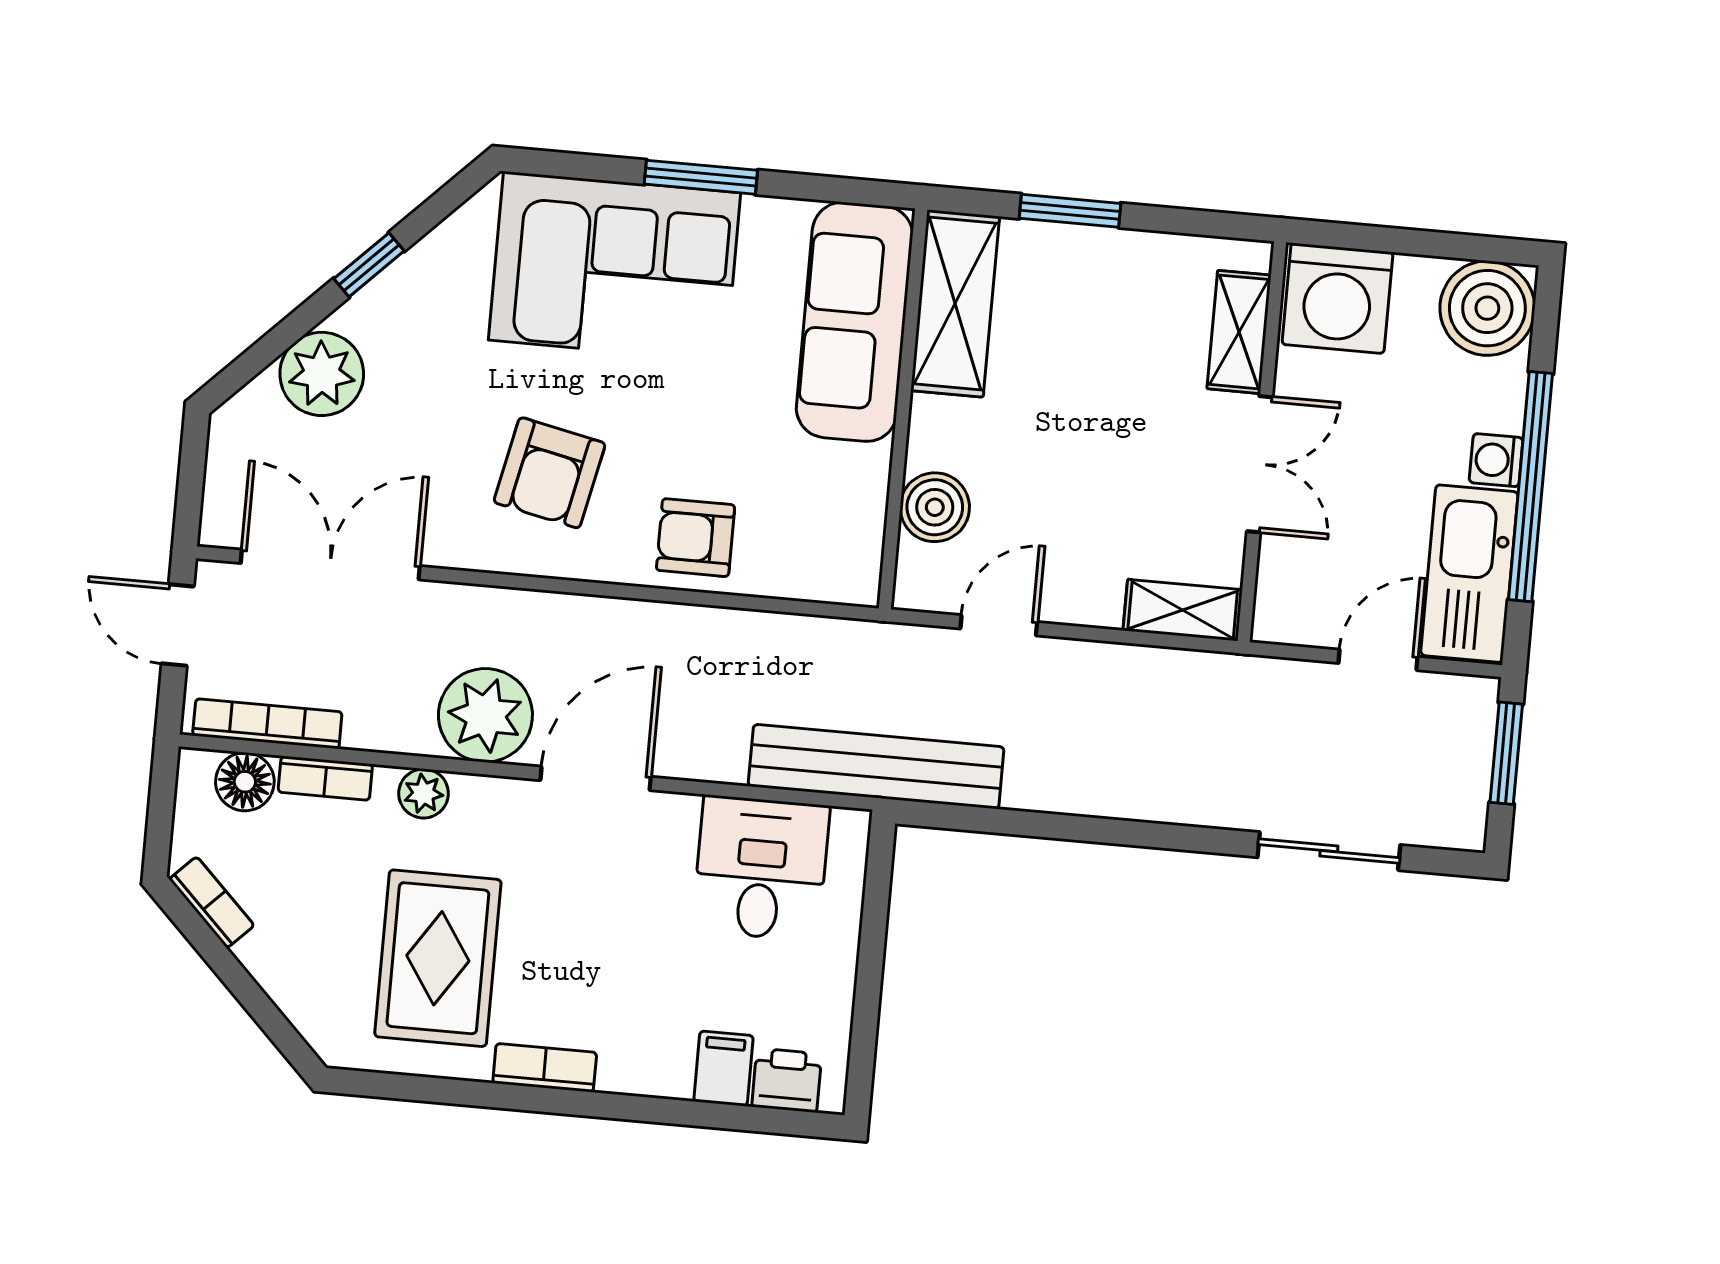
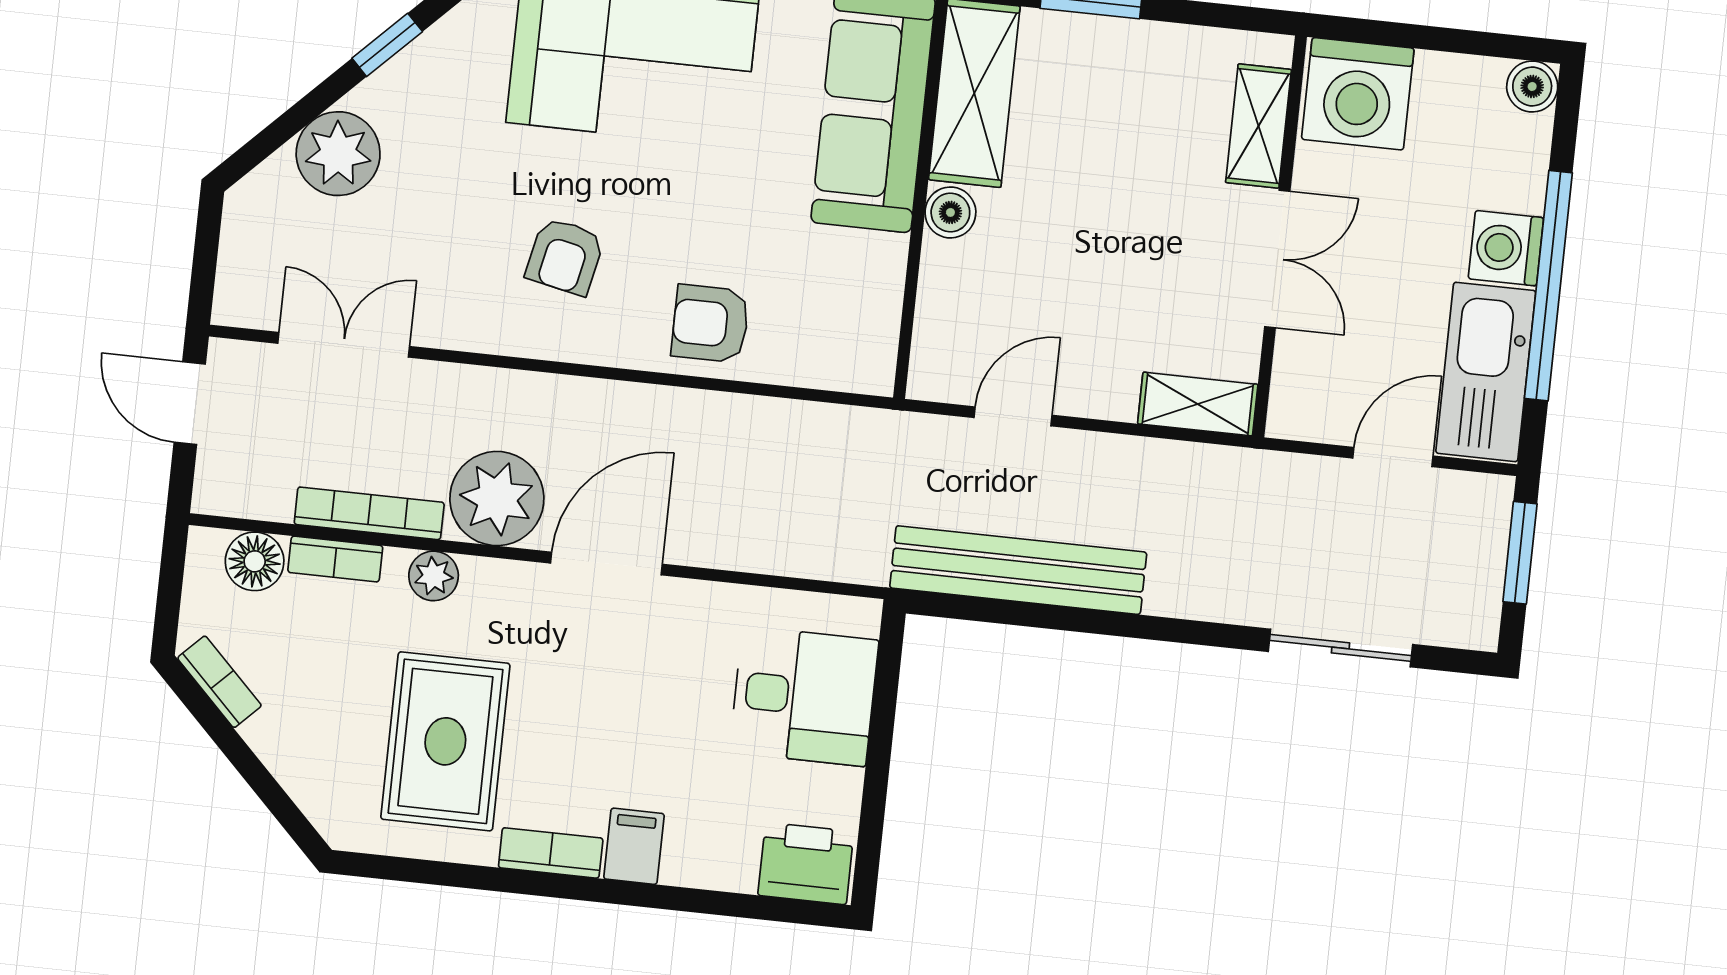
boiler: (1487, 308) -> (1532, 86), width x0.54, depth x0.54
washing machine: (1496, 460) -> (1506, 248), width x1.38, depth x1.38
armchair: (550, 473) -> (565, 256), width x0.72, depth x0.72
boiler: (935, 507) -> (950, 212), moved, width x0.73, depth x0.73
double door: (330, 564) -> (344, 345), width x0.73
bookcase: (267, 724) -> (369, 513), moved
bench: (876, 767) -> (1018, 570), moved
desk: (761, 868) -> (804, 696), moved, turned 90
filing cabinet: (724, 1069) -> (634, 846), moved
printer: (787, 1080) -> (806, 863), width x1.36, depth x1.24

